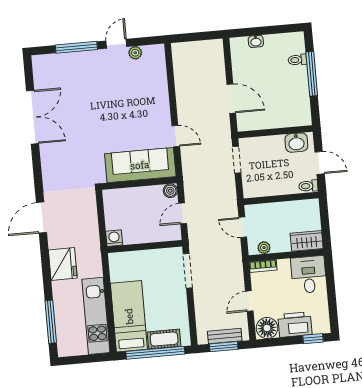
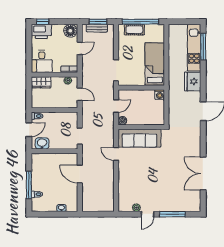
door: (320, 163) -> (29, 130), swing flipped
kitchen unit: (96, 316) -> (194, 48), moved, turned 180
bed: (129, 316) -> (155, 64), moved, turned 180
printer: (295, 325) -> (41, 31), moved

